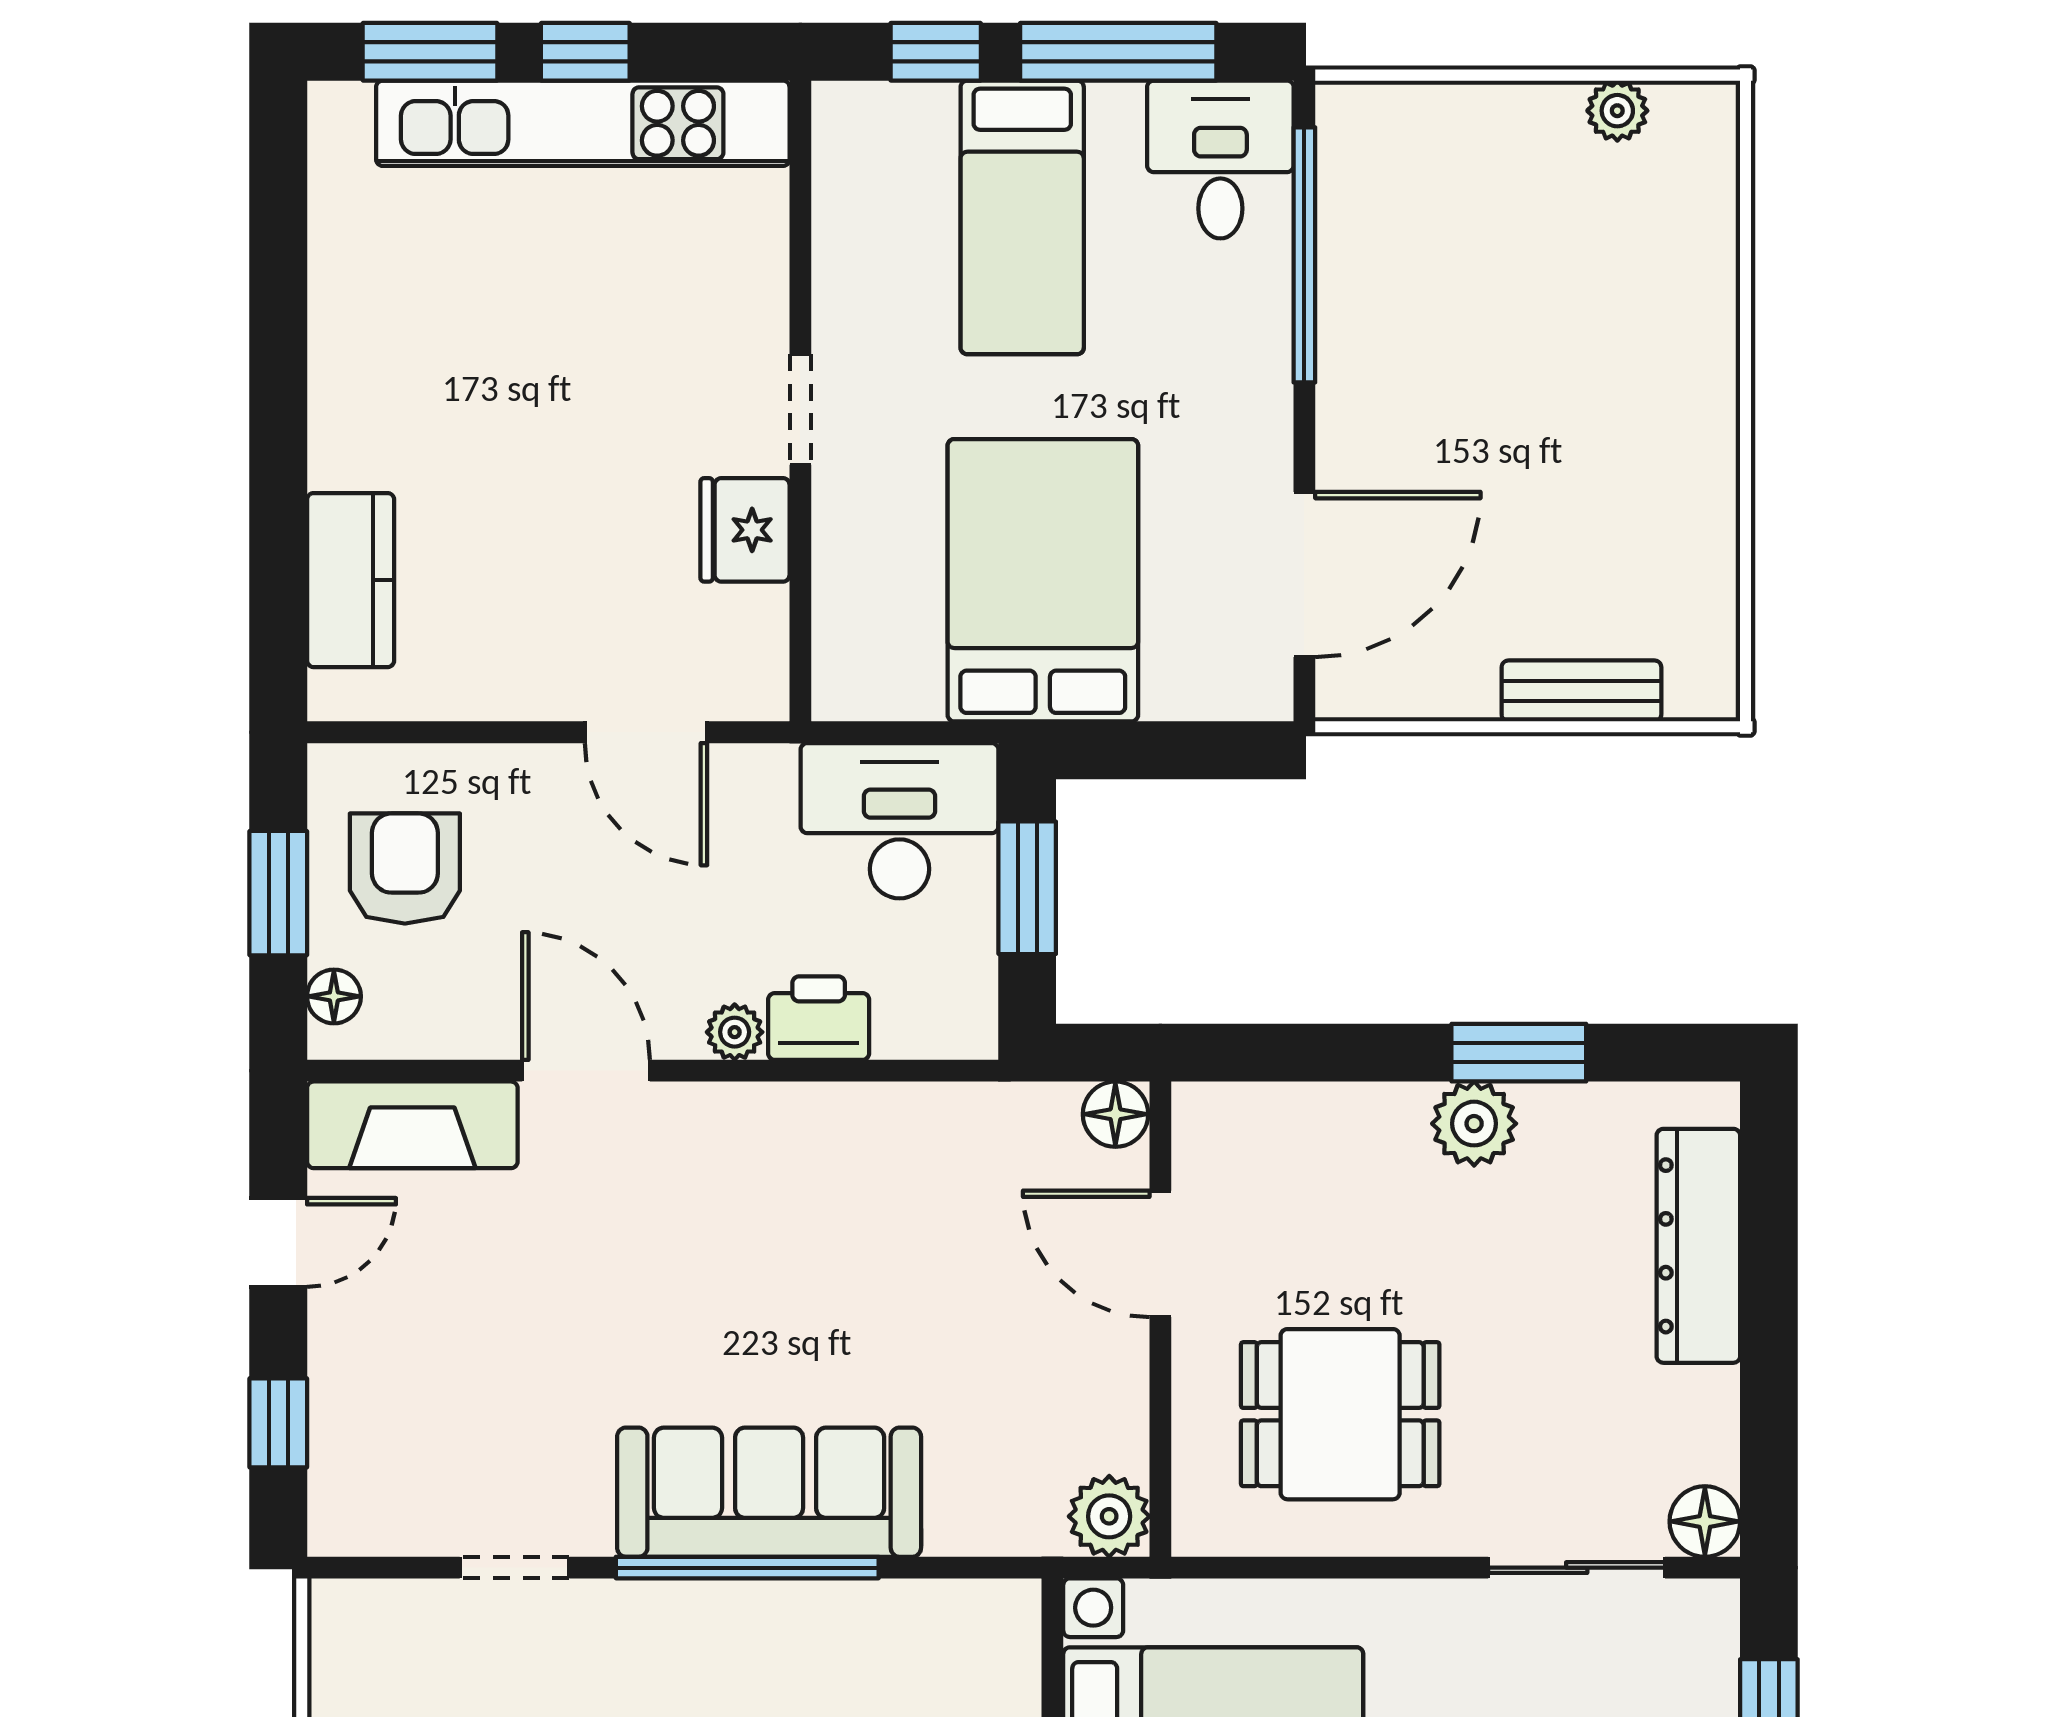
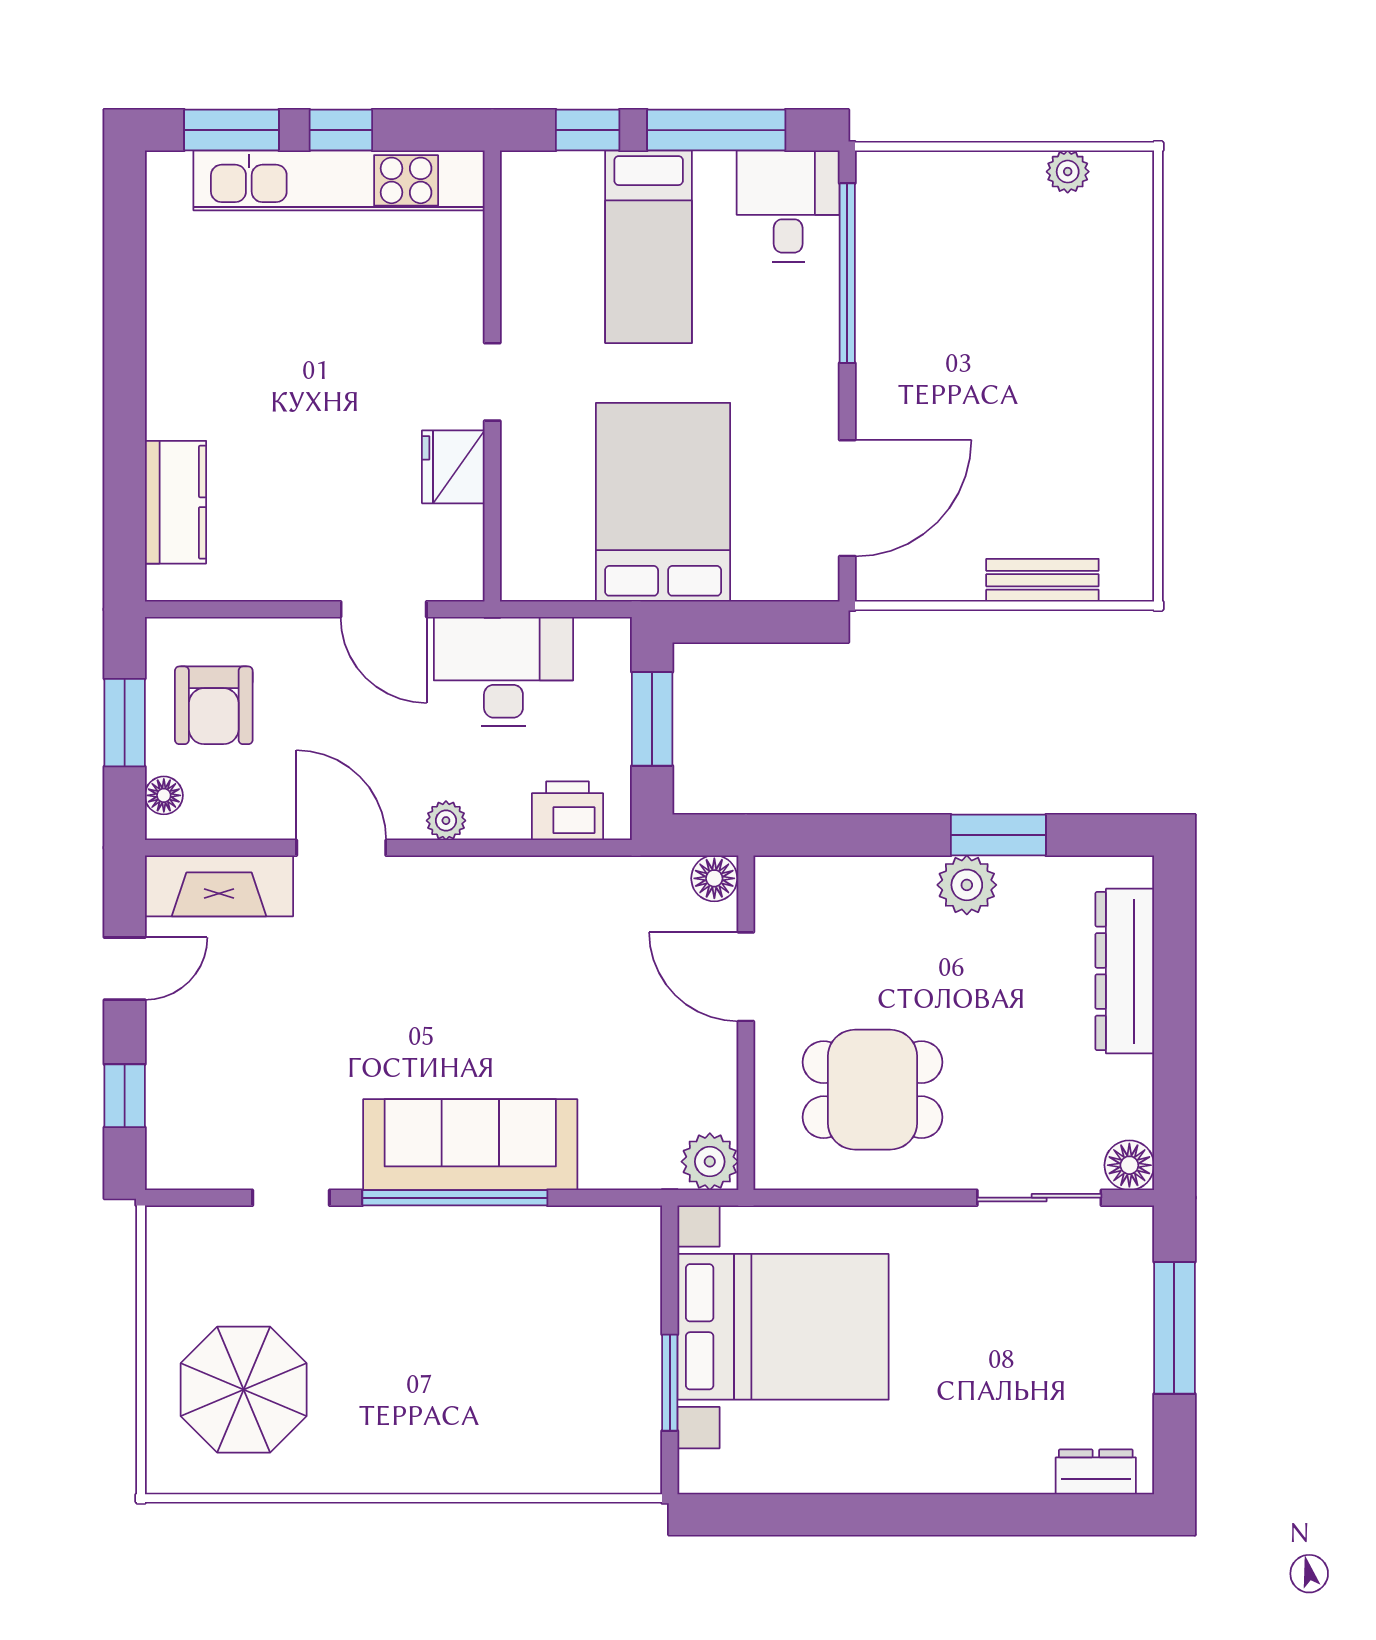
desk: (899, 821) -> (503, 672), moved
armchair: (405, 868) -> (214, 705), turned 180
printer: (819, 1018) -> (567, 811), moved

